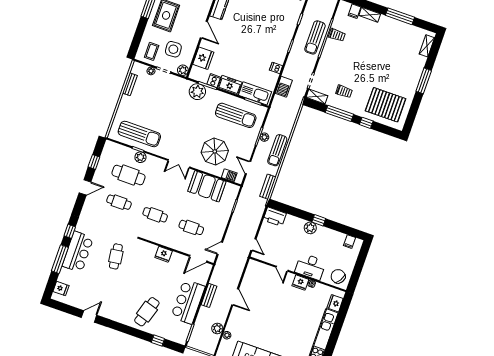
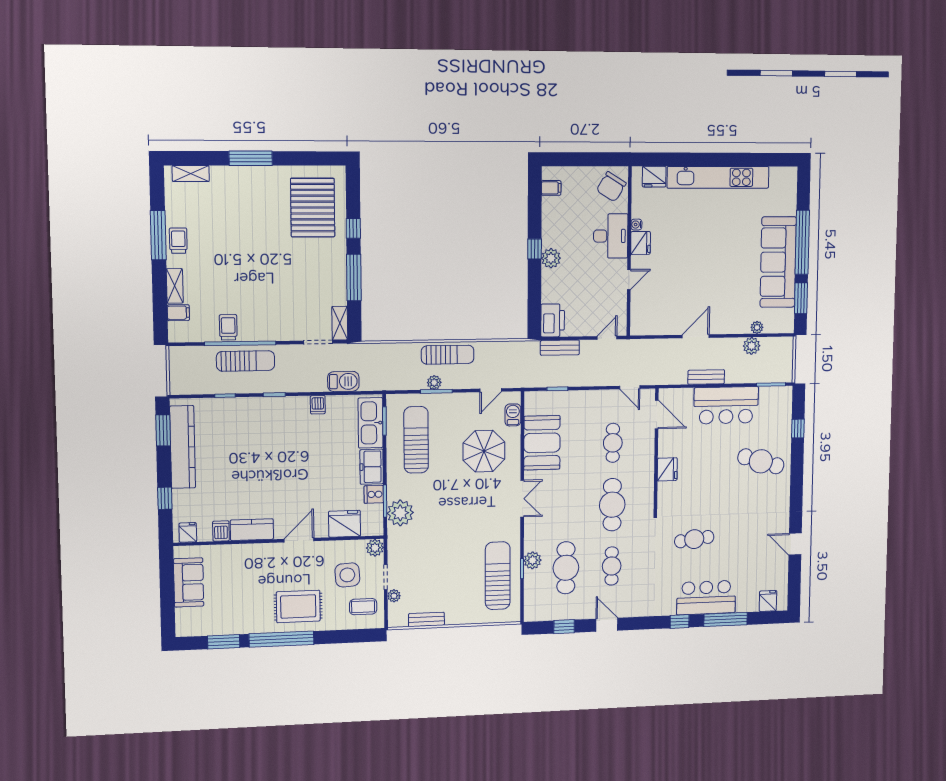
trolley: (344, 91) -> (178, 241), moved
bench: (268, 187) -> (560, 348), moved
cafe table: (155, 215) -> (612, 505), width x1.37, depth x1.35

